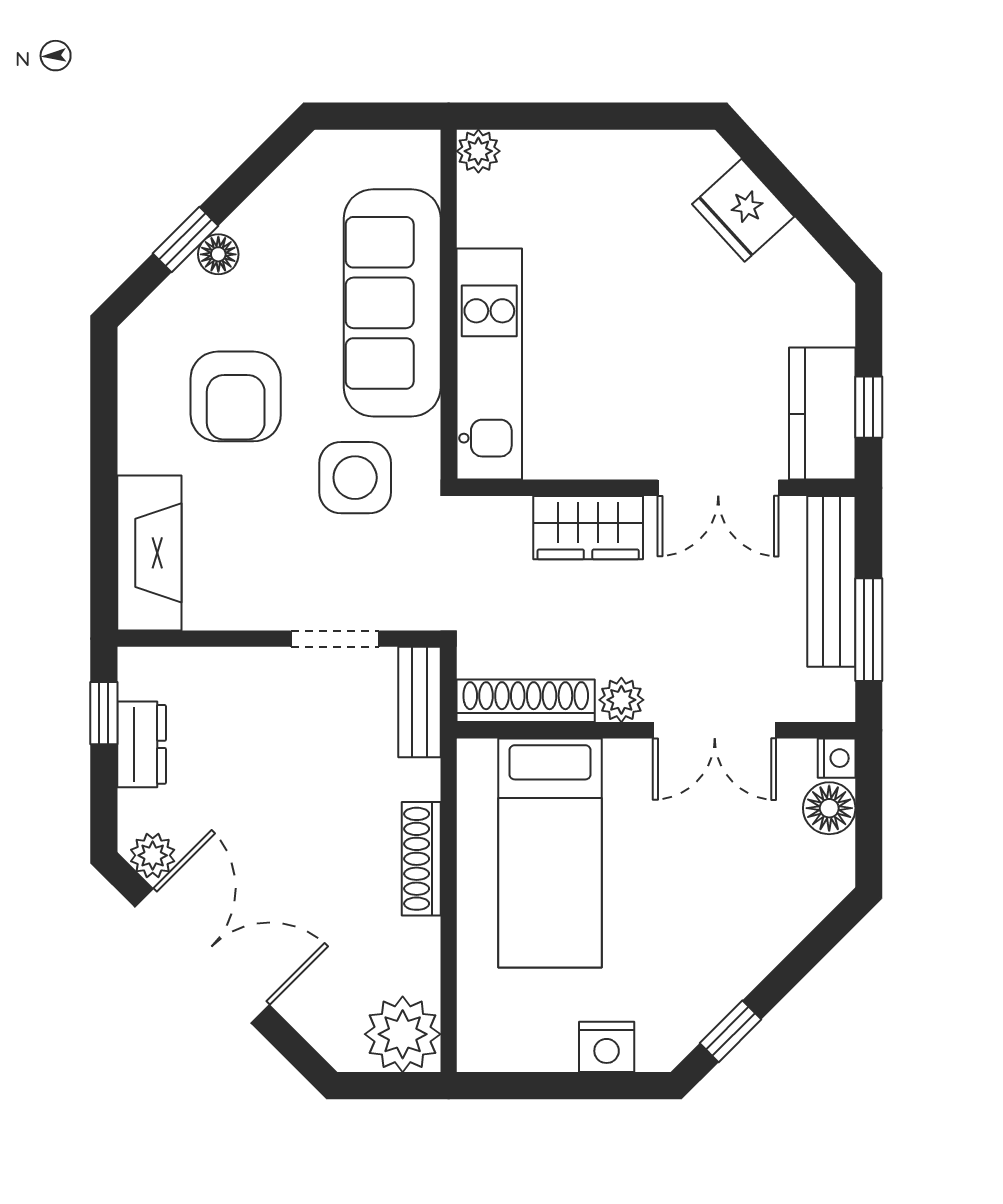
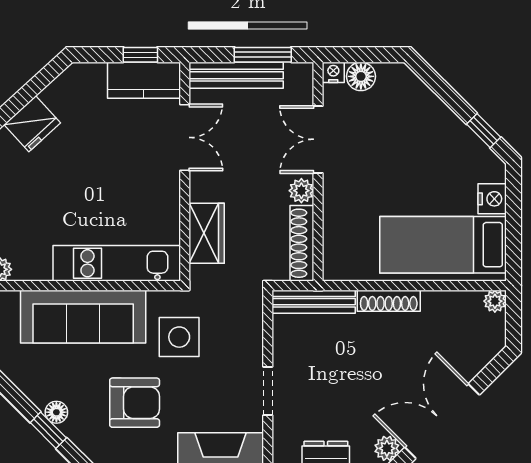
wardrobe: (588, 528) -> (207, 233), moved
doorway: (335, 639) -> (268, 391), moved
bench: (419, 702) -> (314, 302), width x1.36
double door: (715, 730) -> (318, 139), swing flipped
bed: (550, 853) -> (443, 245), moved, turned 180
plant: (403, 1034) -> (495, 301), width x0.53, depth x0.53

